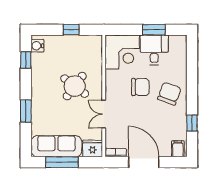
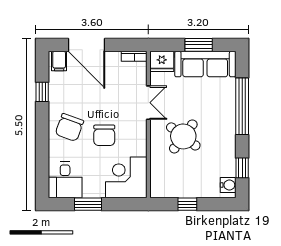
desk: (154, 50) -> (65, 180), moved
chair: (140, 87) -> (104, 135), turned -90
window: (26, 111) -> (242, 106), width x2.11
window: (62, 162) -> (199, 45), width x0.69
door: (144, 162) -> (87, 45), moved

